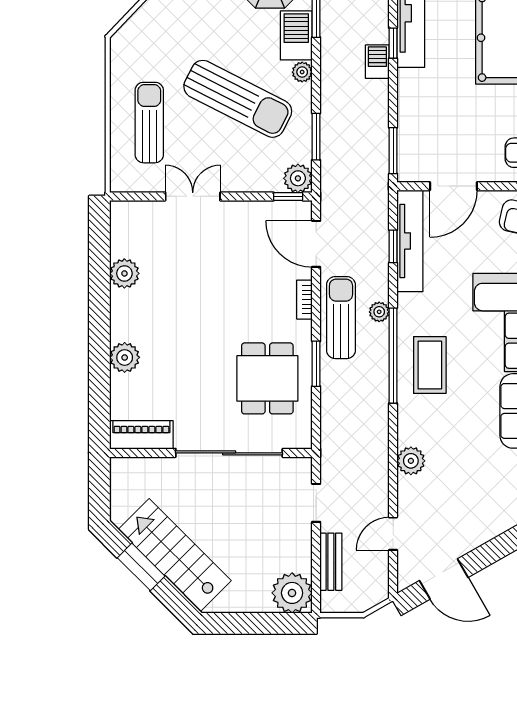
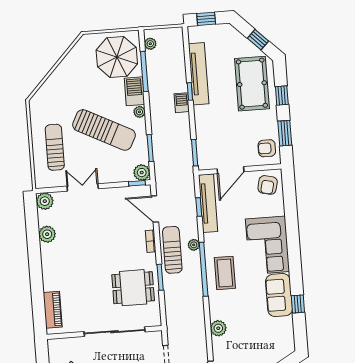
plant: (125, 357) -> (45, 201), moved
dining table: (267, 378) -> (133, 288), turned 90
piano: (141, 435) -> (53, 310), moved, turned 90

